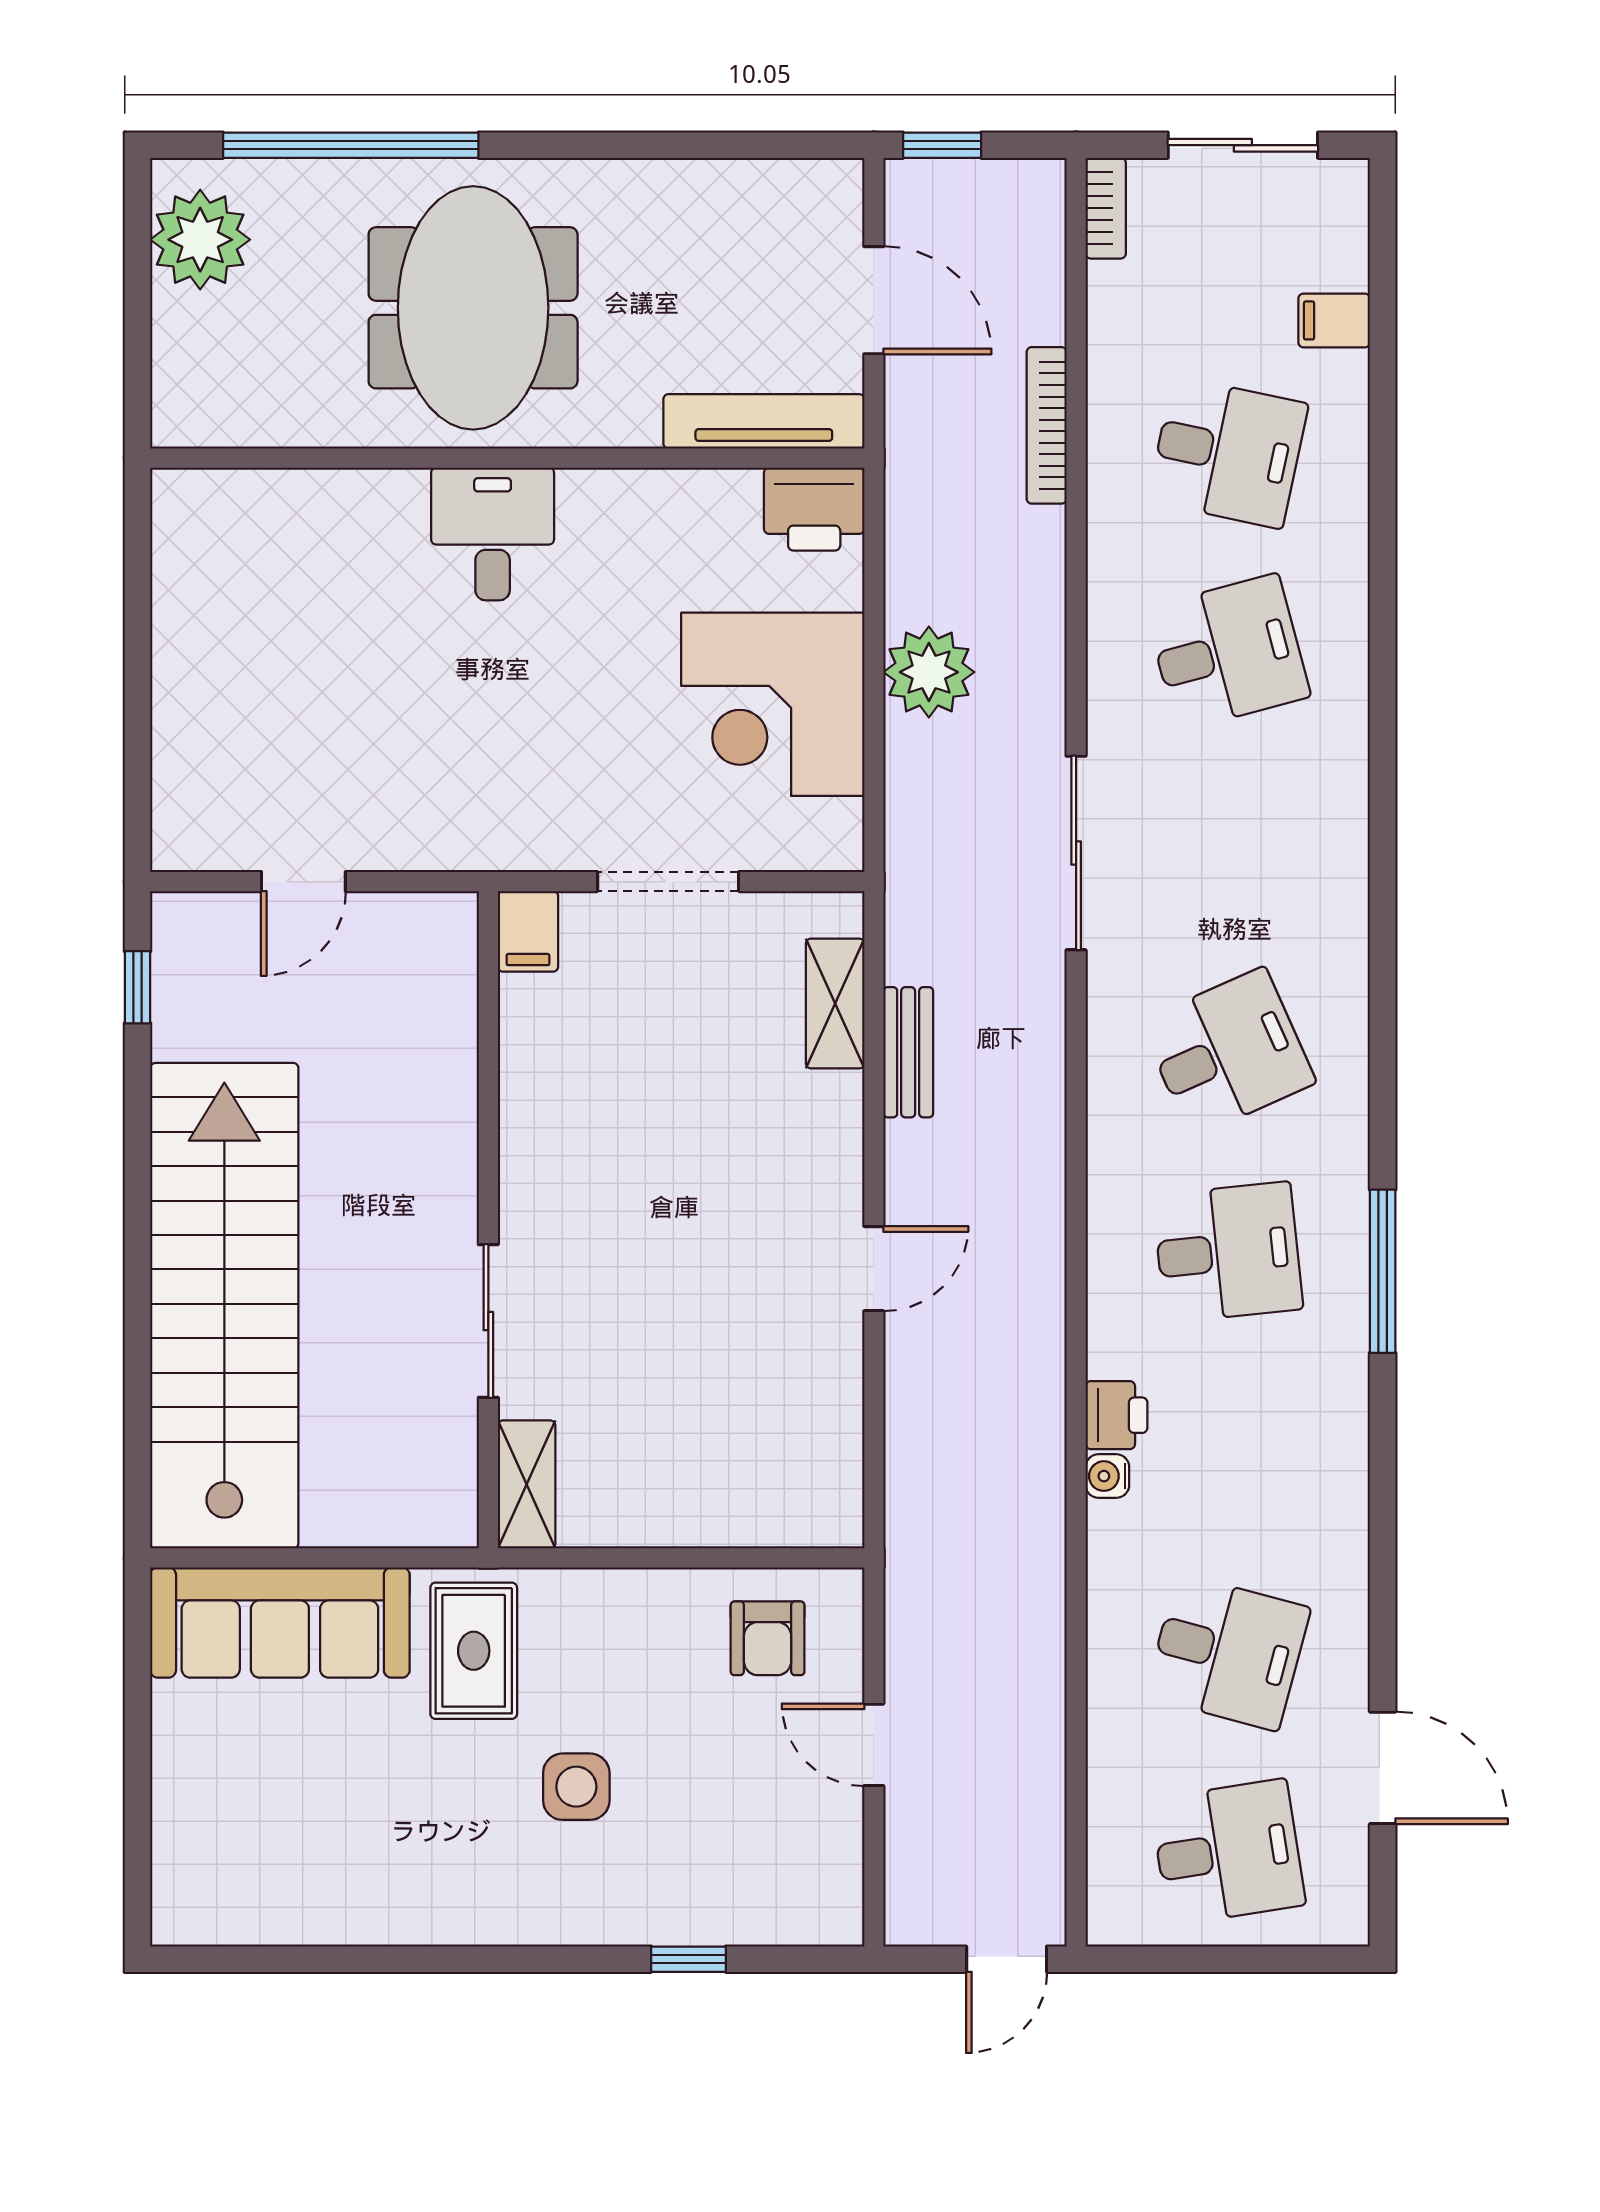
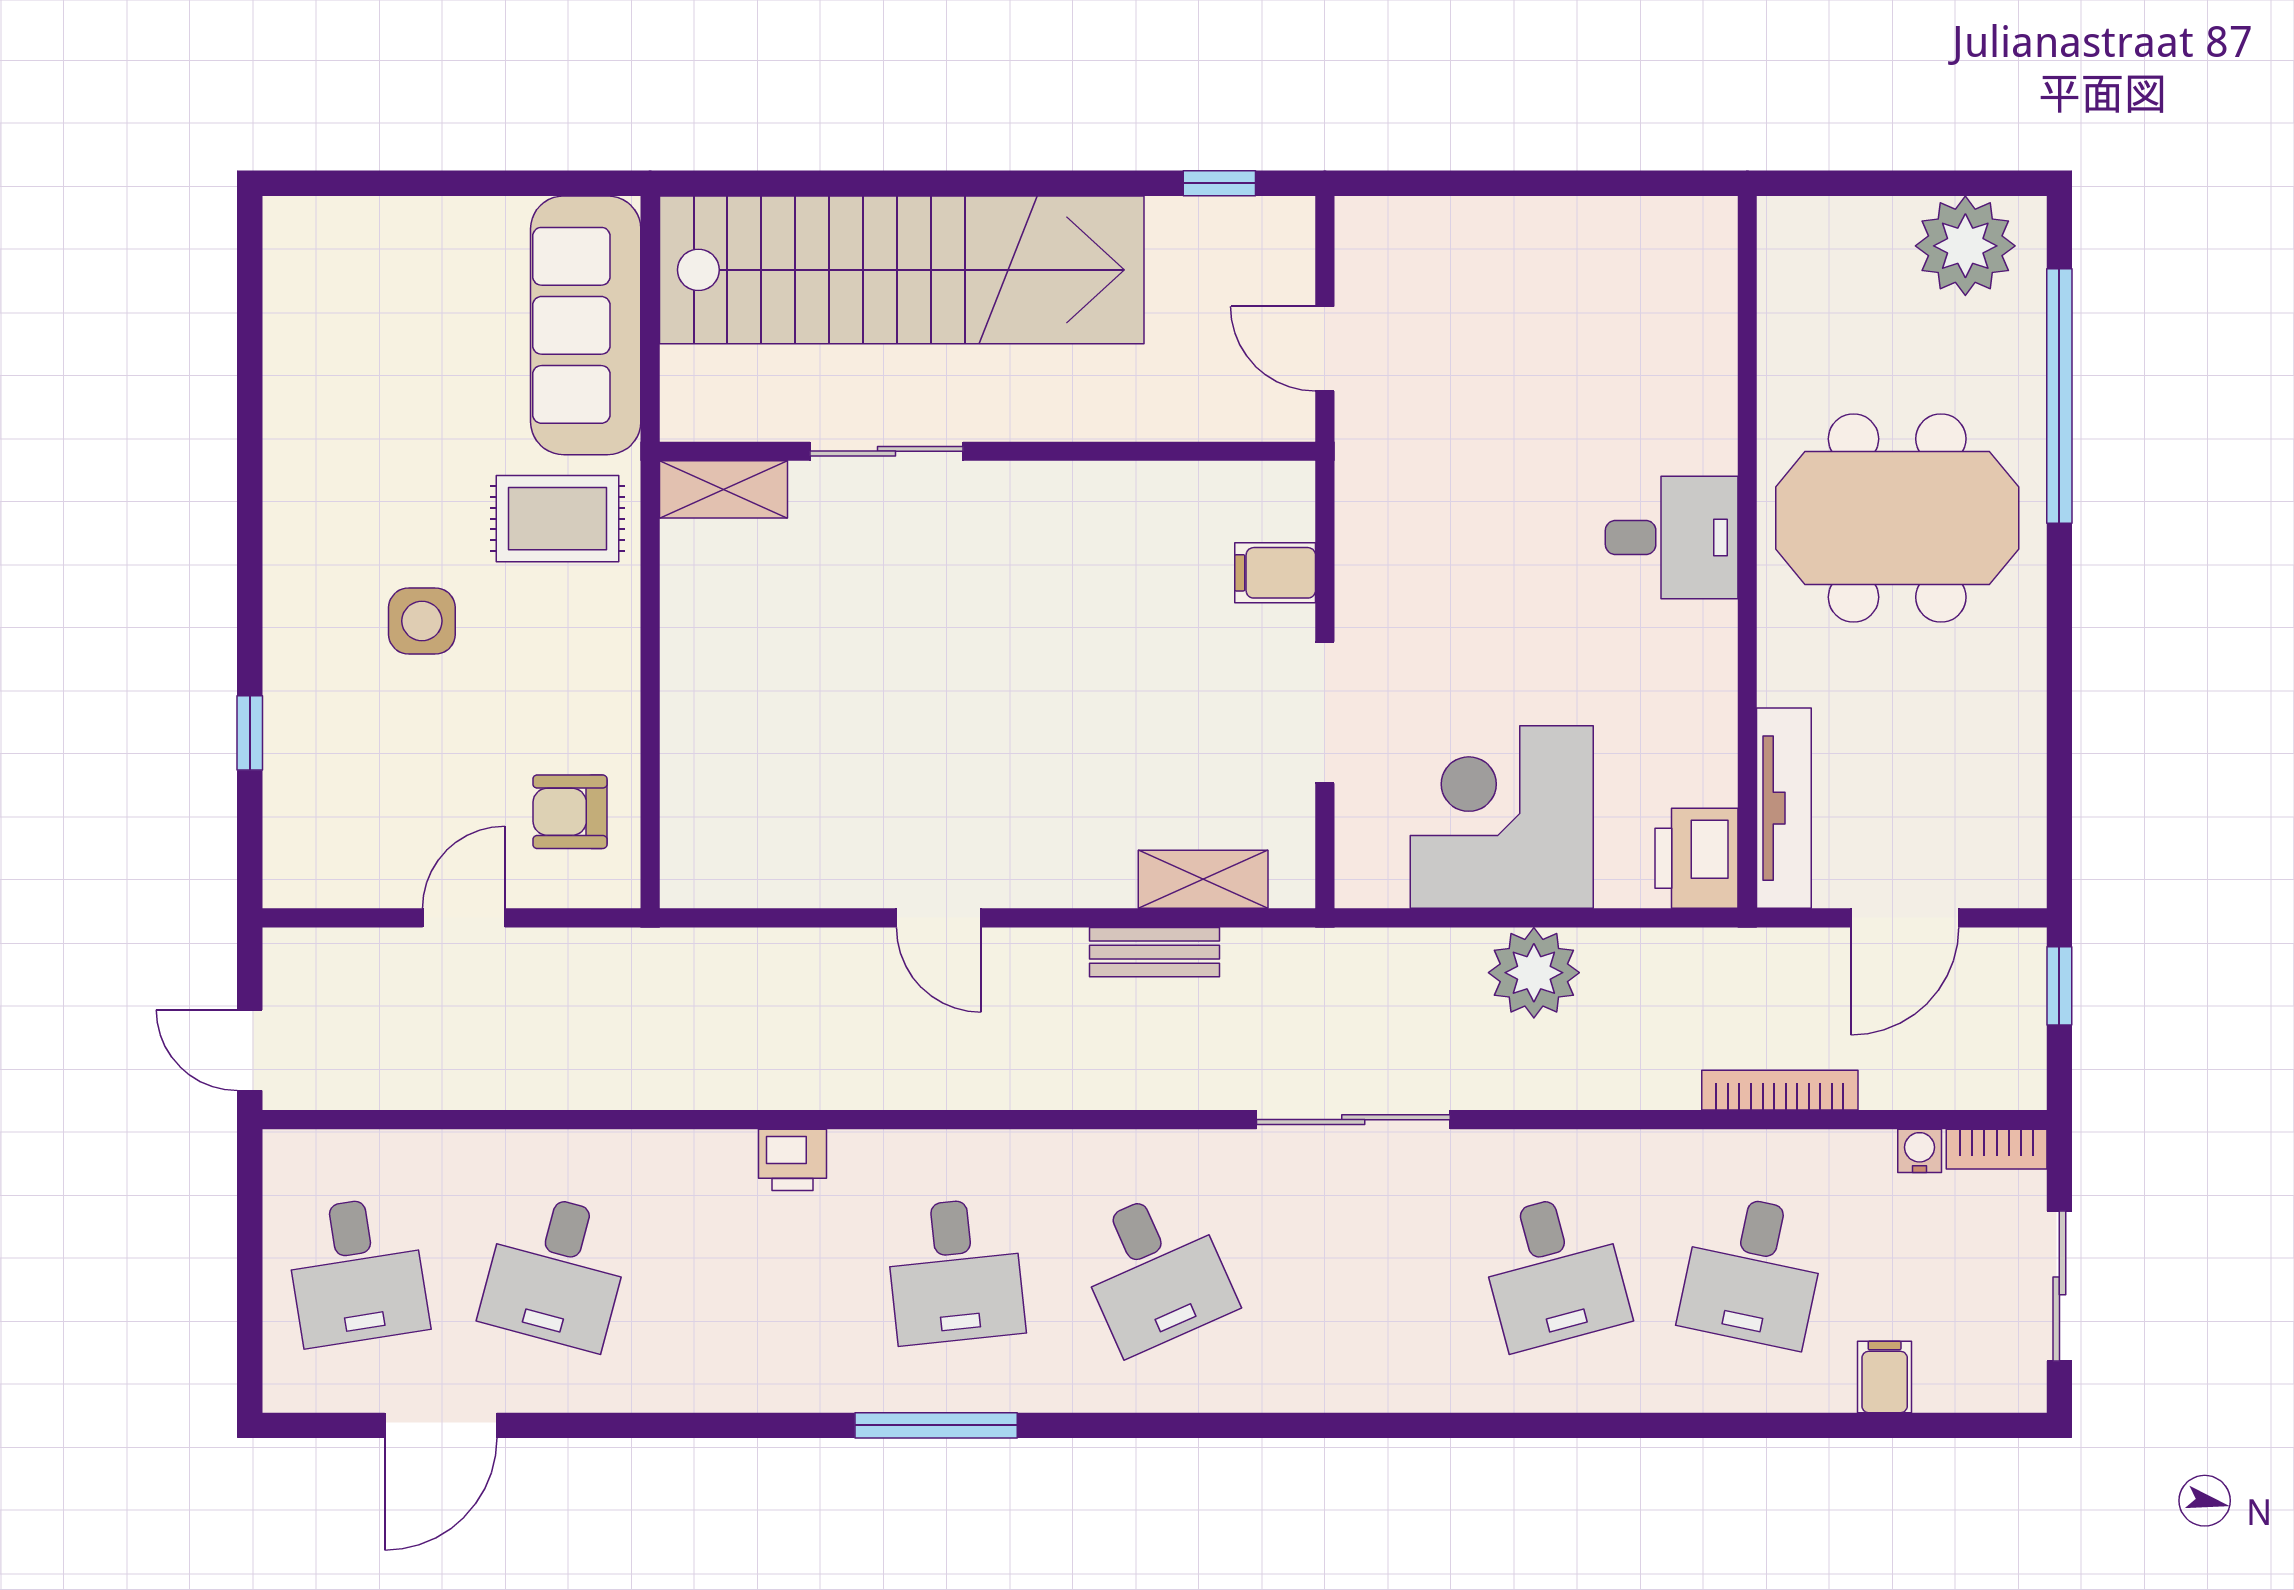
wall: (488, 1220) -> (987, 451), moved
sliding door: (488, 1321) -> (886, 451), moved
water cooler: (1107, 1476) -> (1920, 1151), moved
shelving: (527, 1484) -> (723, 489), moved

